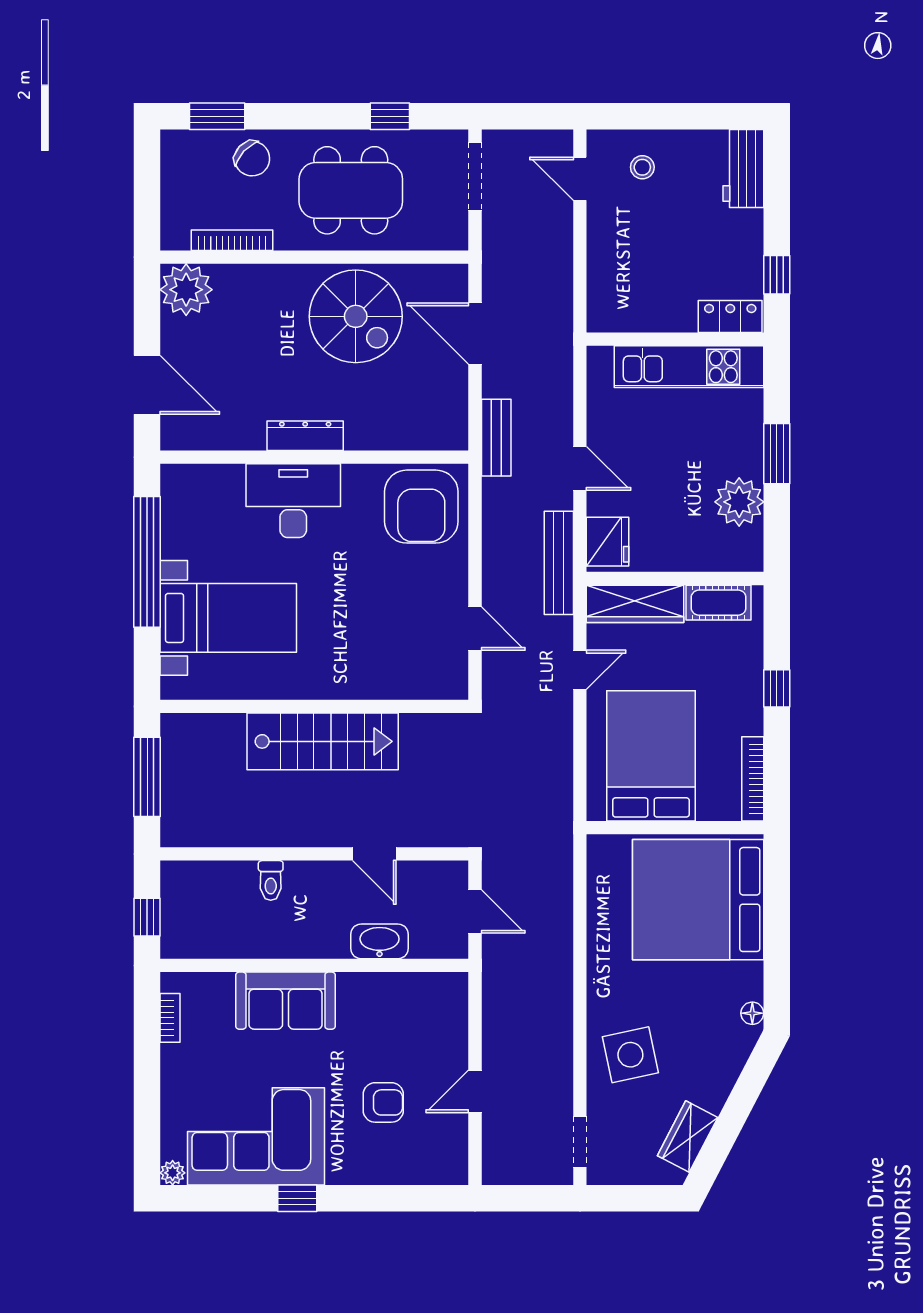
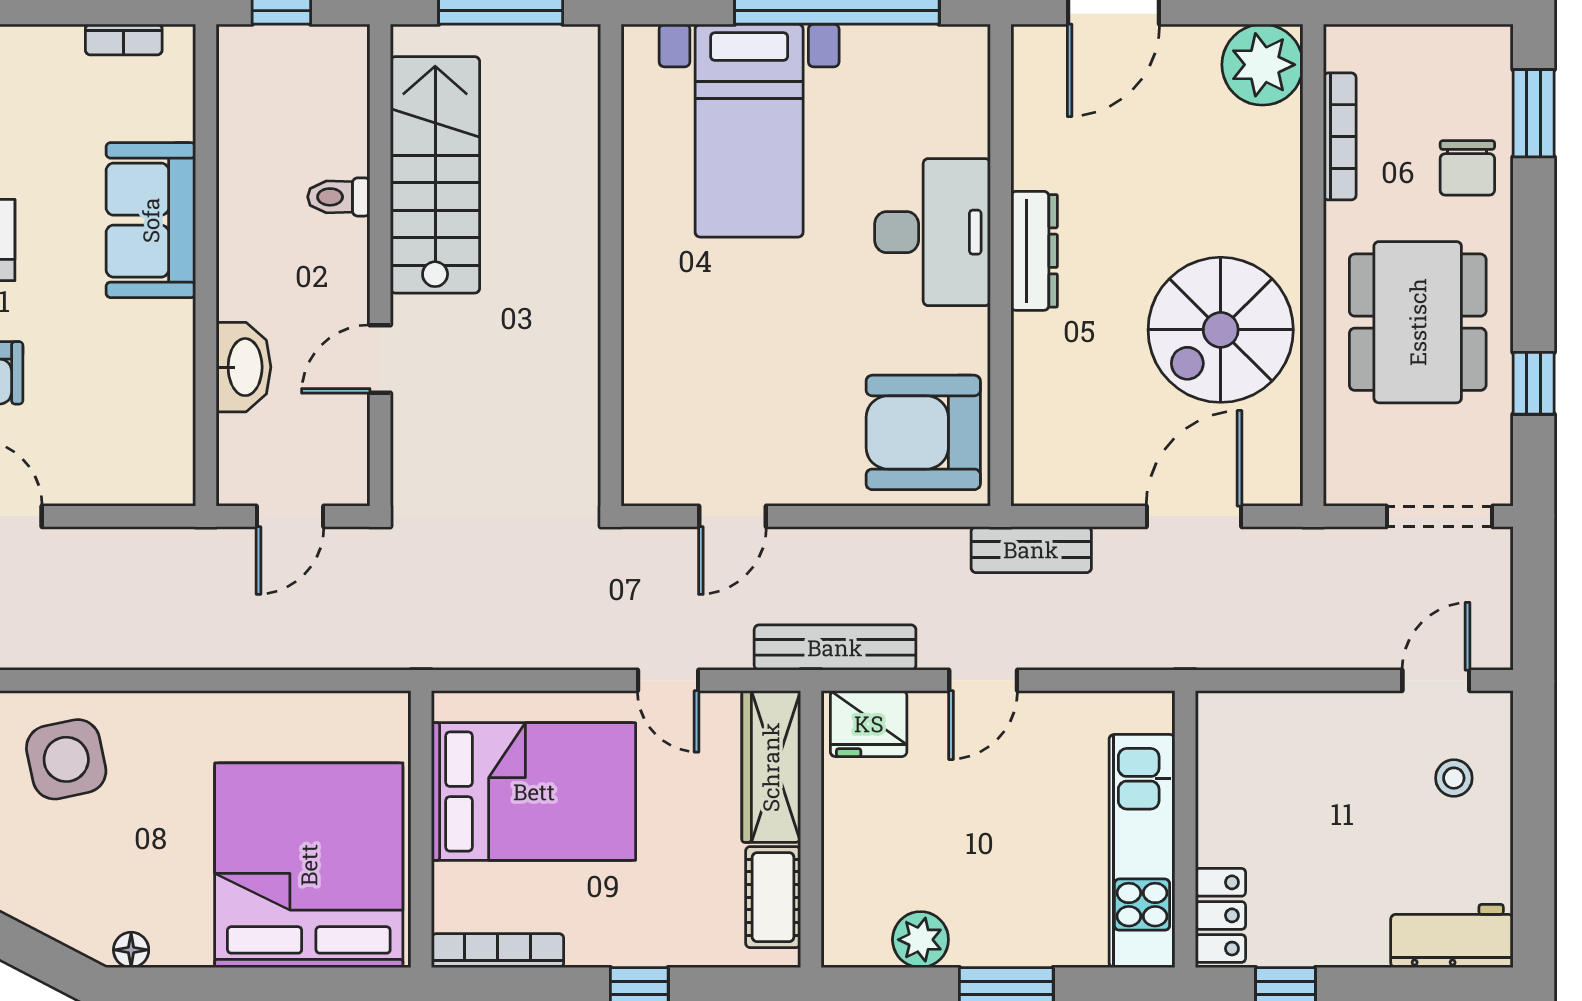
chair: (252, 159) -> (1467, 168), turned -43
plant: (739, 502) -> (920, 940), width x0.73, depth x0.73
stairs: (323, 741) -> (435, 175), moved, turned 180

